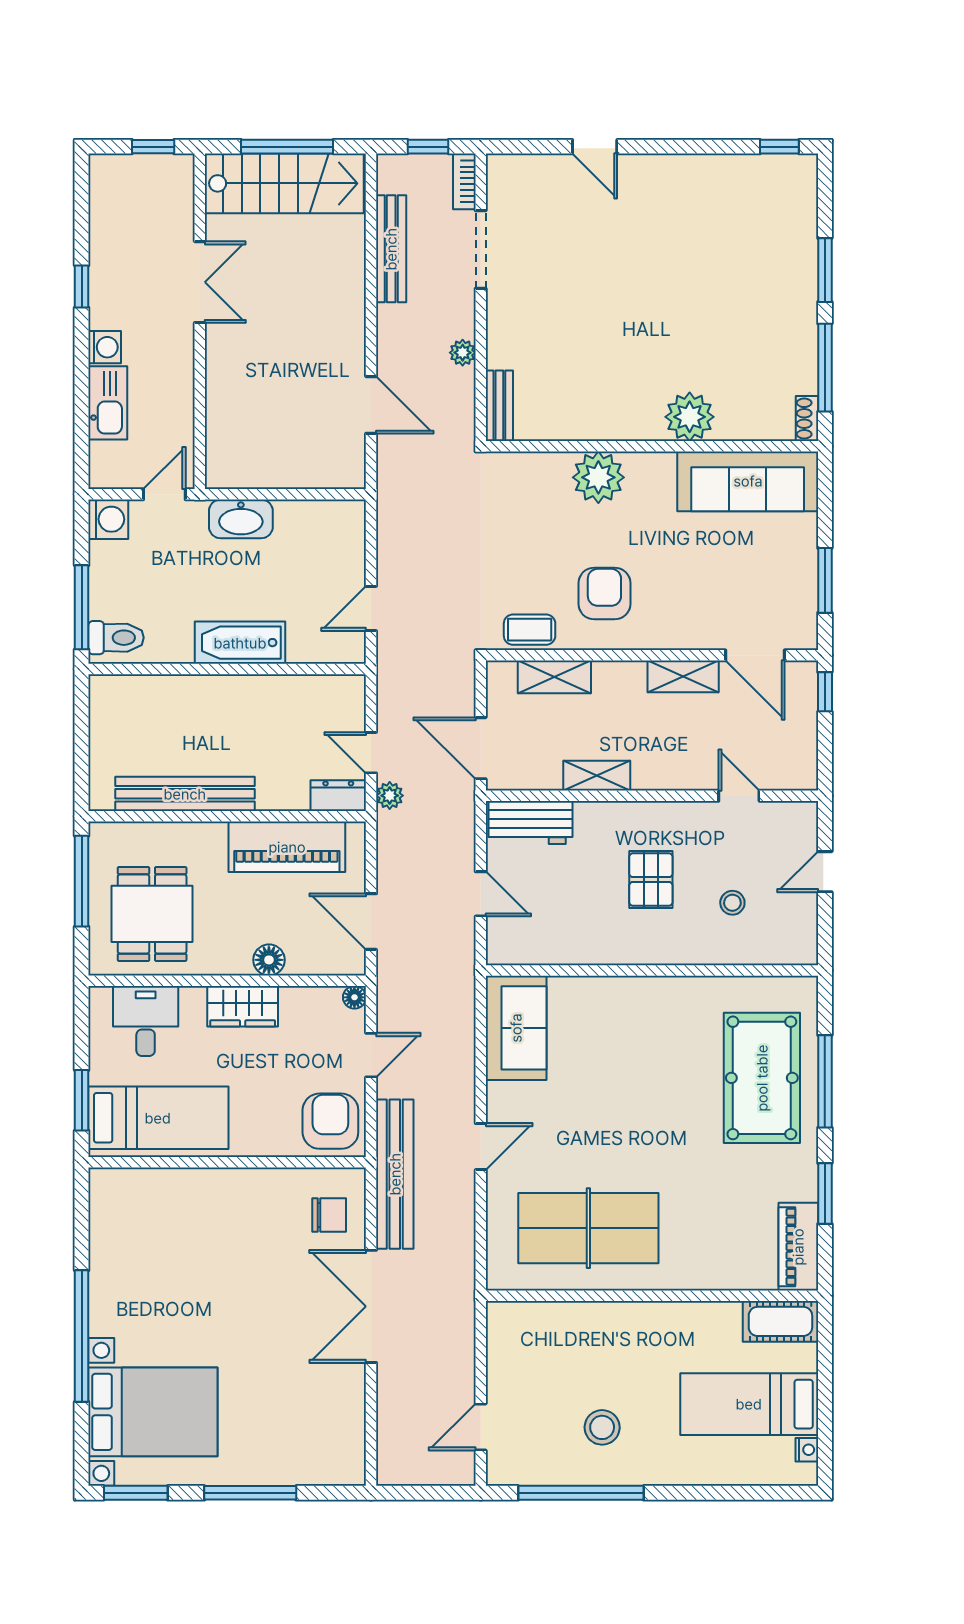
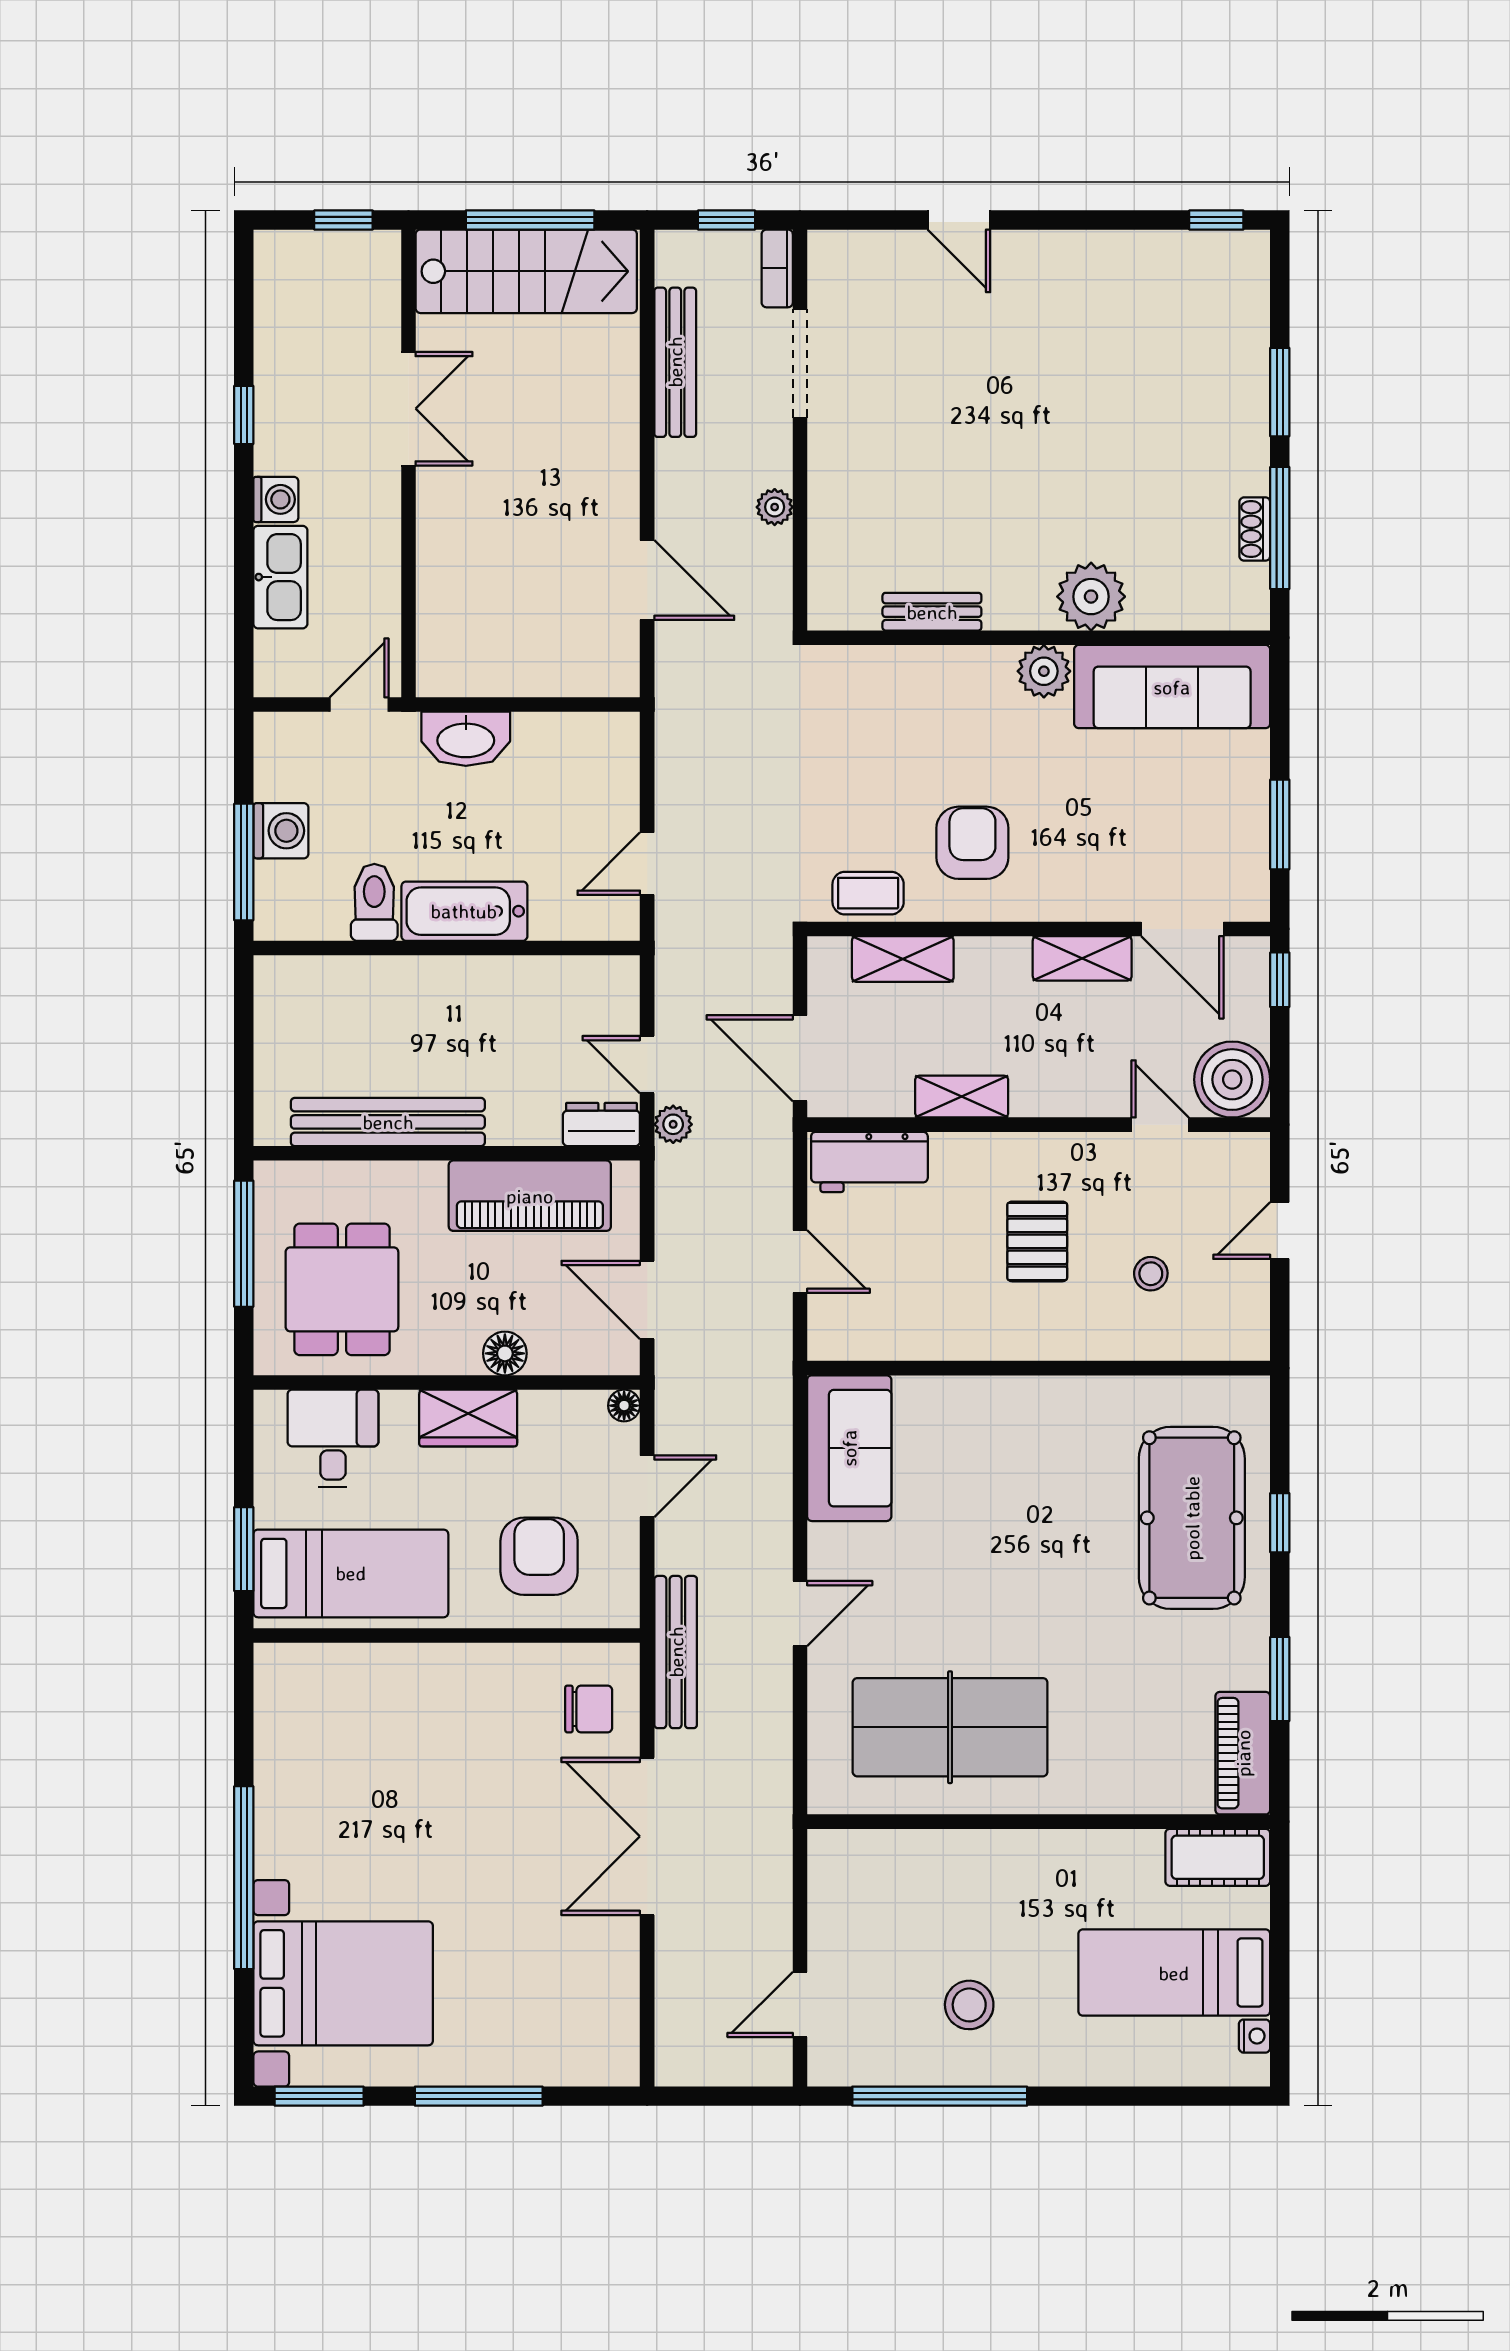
bench: (499, 406) -> (932, 612), moved, turned 90
shoe rack: (807, 419) -> (1255, 529), moved
plant: (598, 477) -> (1044, 671), moved, width x0.73, depth x0.73
washing machine: (108, 519) -> (281, 831), moved
toilet: (116, 638) -> (374, 902), moved, turned -90
boiler: (791, 763) -> (1232, 1080), added
window: (825, 1081) -> (1280, 1523), width x0.46
armchair: (330, 1121) -> (539, 1556), moved
bench: (395, 1174) -> (676, 1652), width x0.73, depth x0.82

